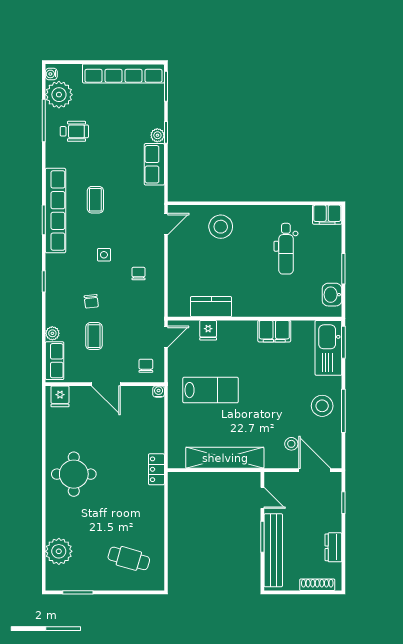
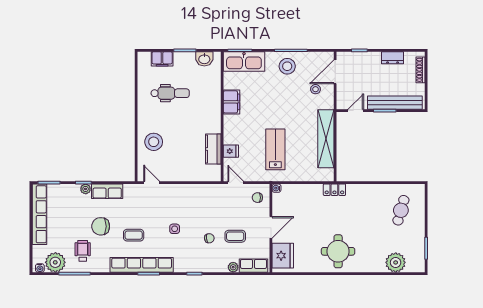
filing cabinet: (327, 215) -> (162, 59), moved, turned 90
chair: (138, 274) -> (101, 226), moved, width x1.87, depth x1.87
fridge: (60, 396) -> (283, 256), width x1.88, depth x1.34

